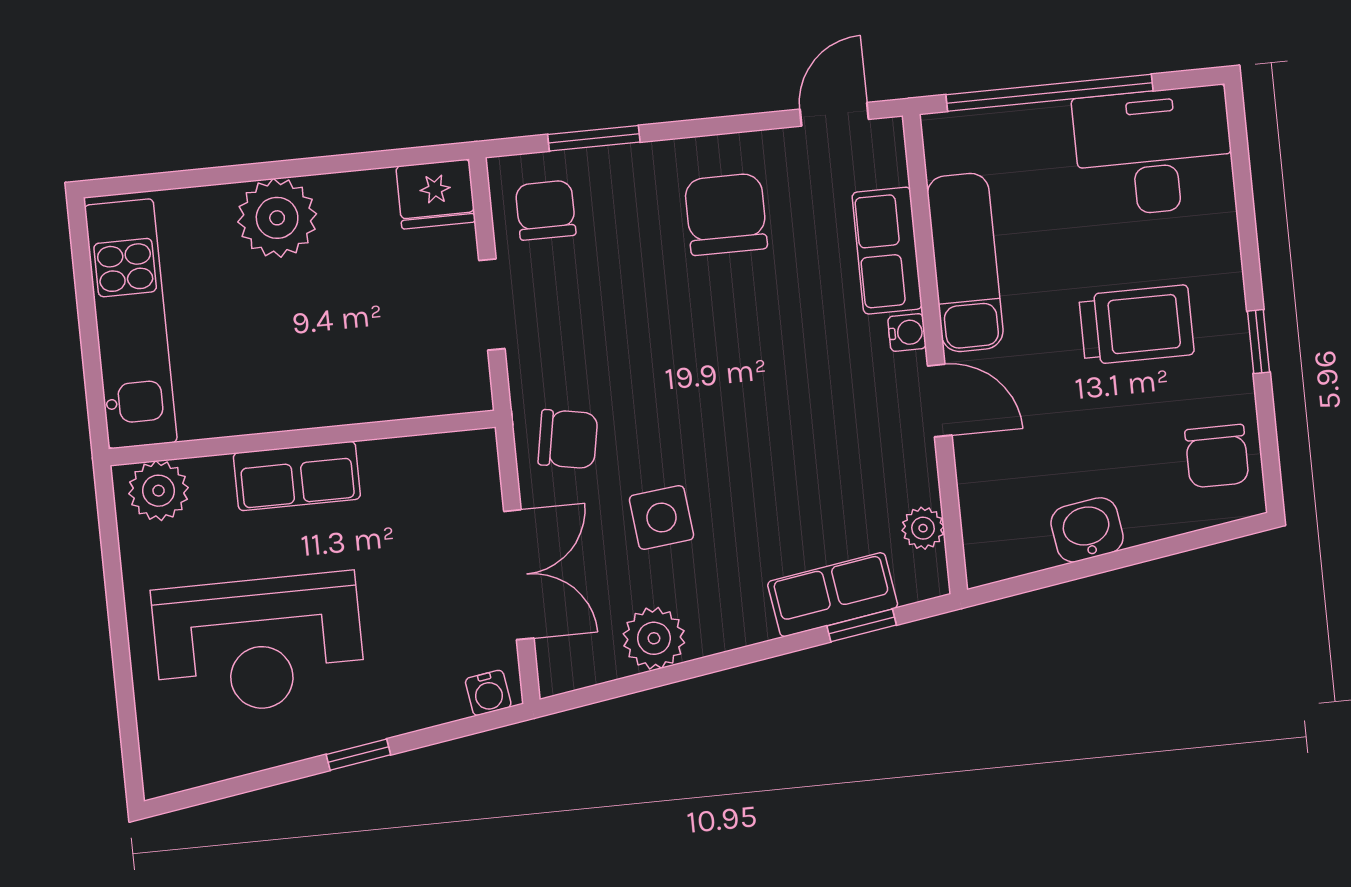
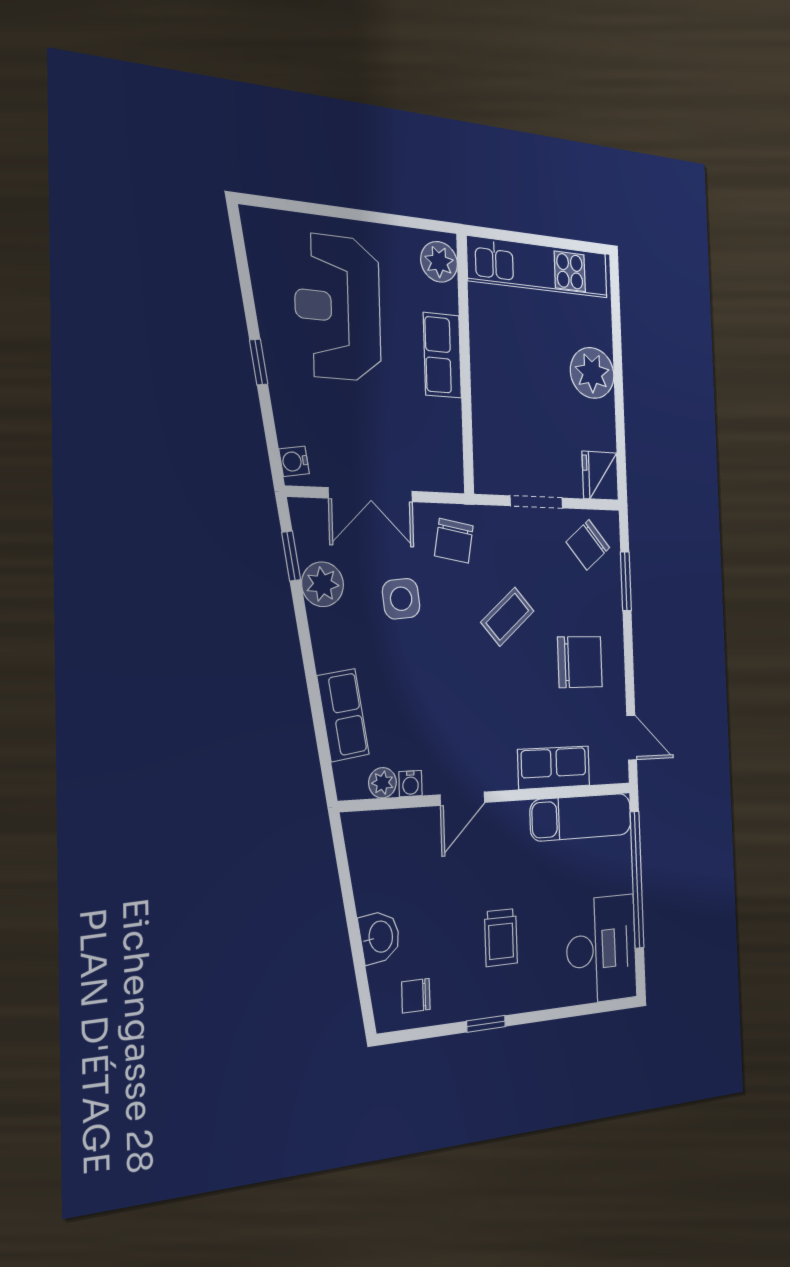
chair: (546, 210) -> (588, 545), turned 140
exam couch: (965, 262) -> (581, 817), moved
trolley: (1137, 325) -> (501, 937), width x0.73, depth x0.72
water cooler: (907, 332) -> (410, 784), moved
coffee table: (670, 343) -> (507, 617), added
chair: (1217, 456) -> (416, 996), width x0.73, depth x0.73
washbasin: (1087, 530) -> (380, 937), moved
window: (862, 625) -> (291, 556), moved

